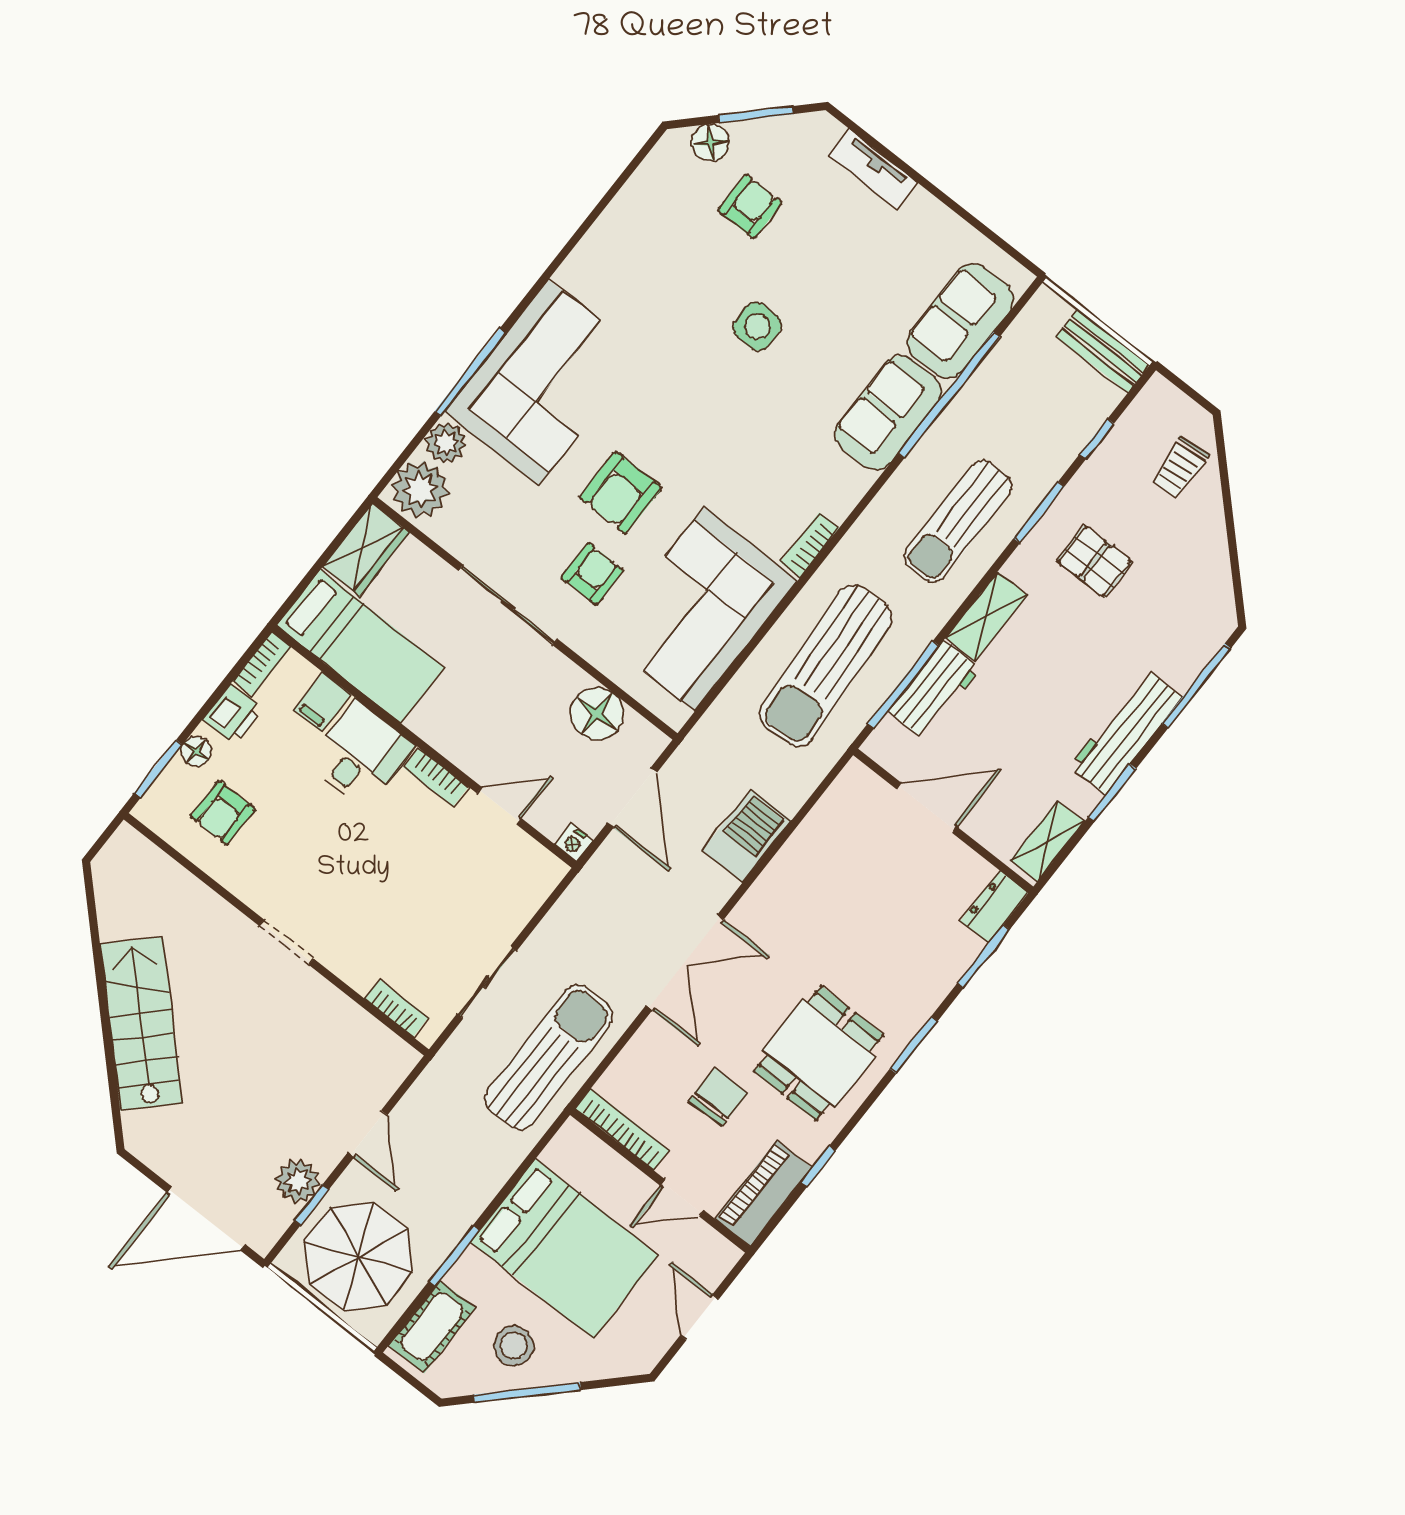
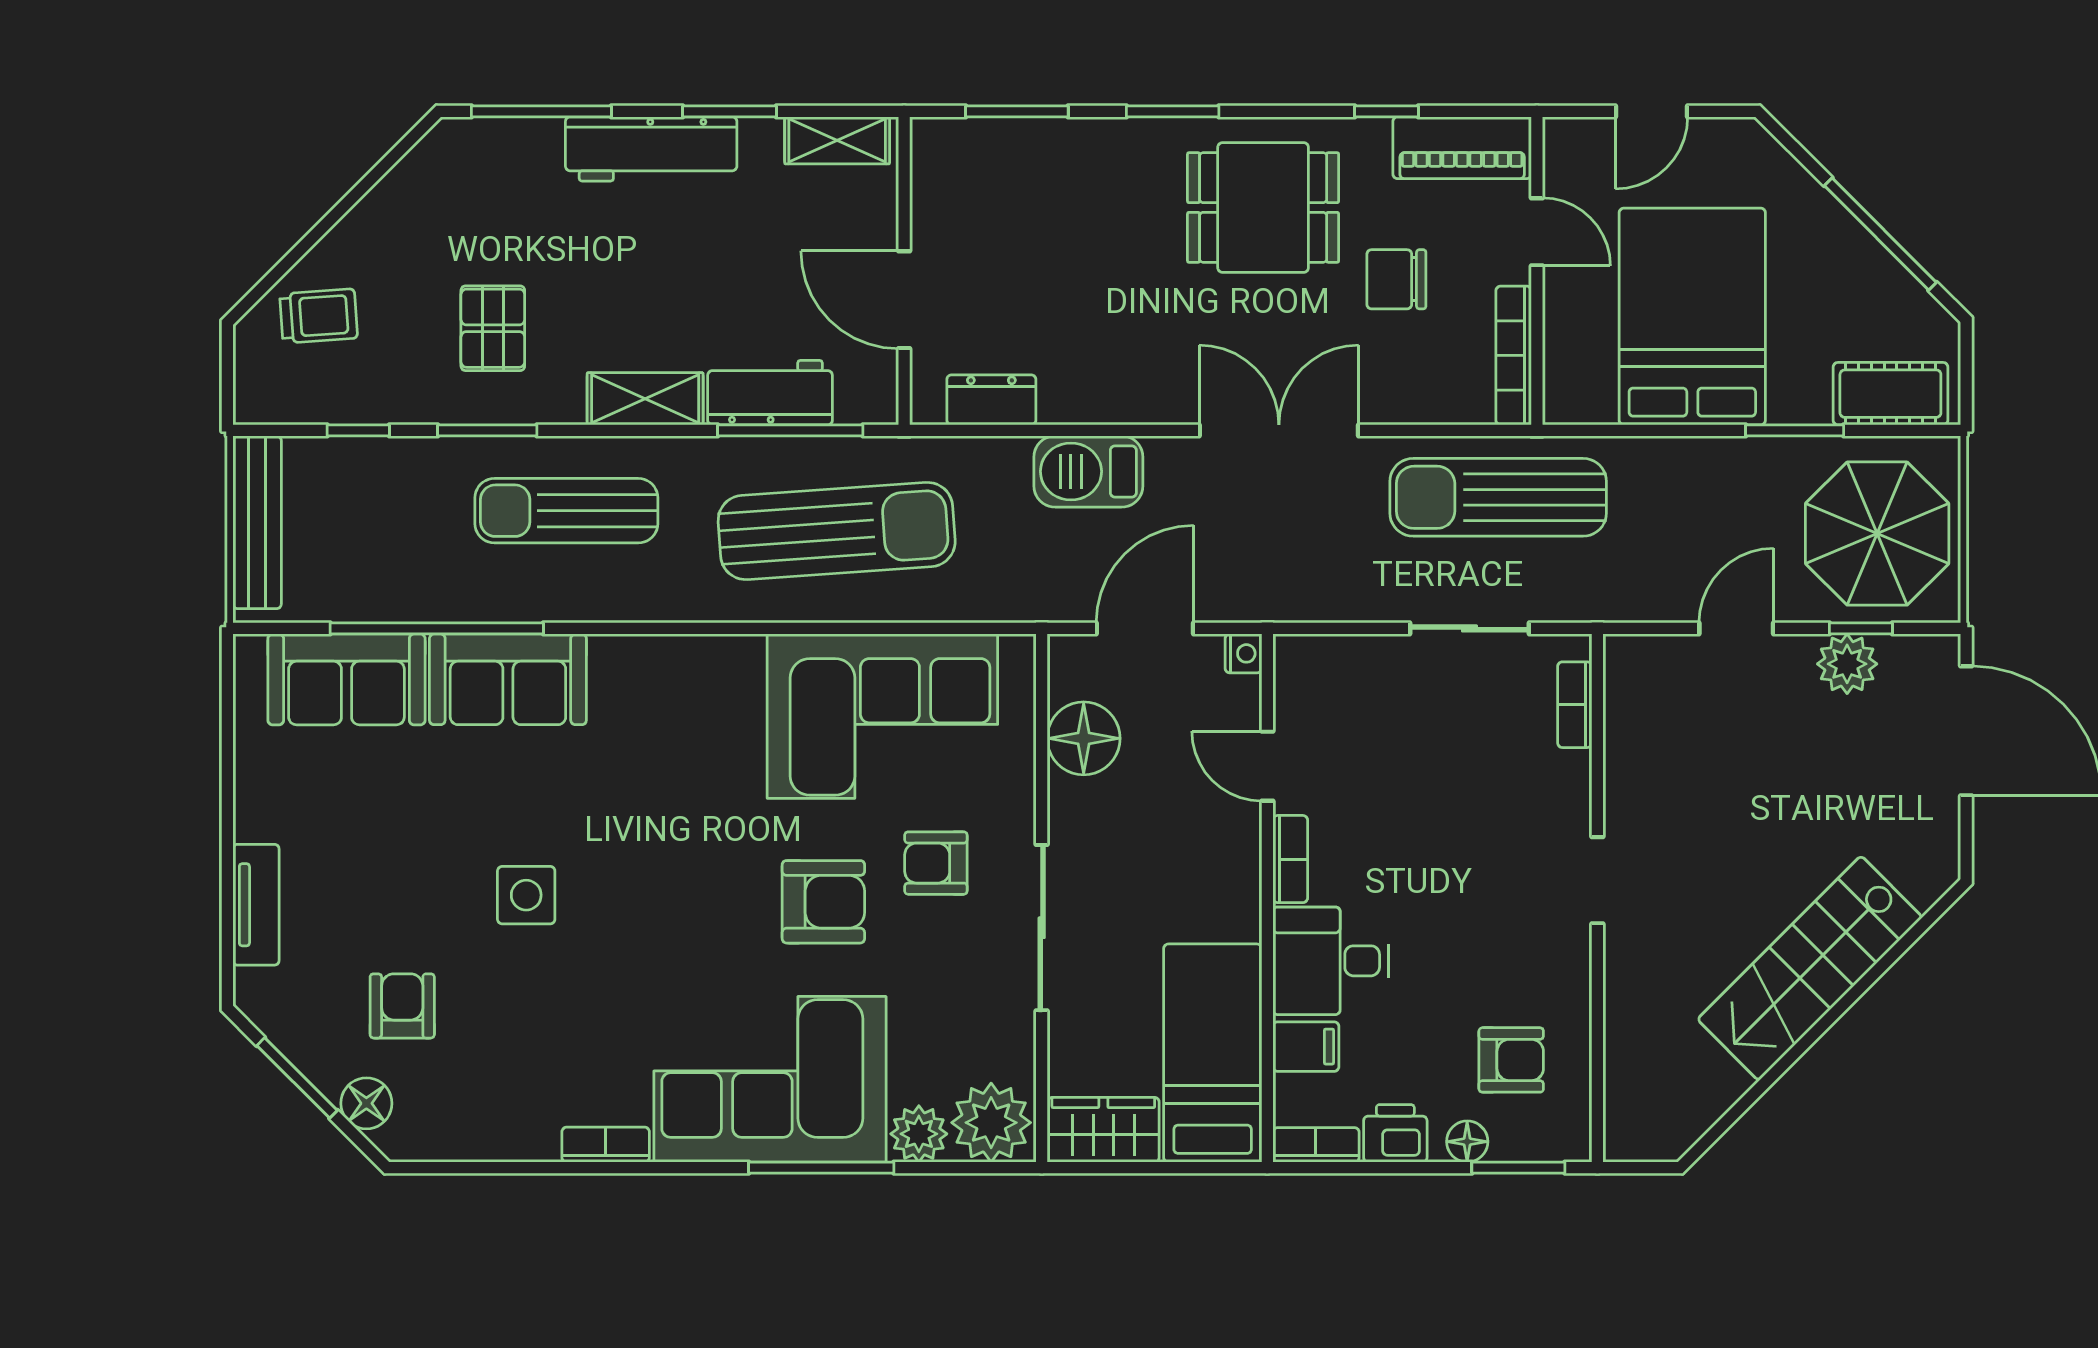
armchair: (750, 206) -> (402, 1006), turned 90
bench: (1103, 351) -> (257, 522), width x1.36
sun lounger: (958, 521) -> (566, 511), turned 180
bookcase: (810, 545) -> (606, 1145), moved, turned 180
dresser: (994, 907) -> (991, 400), moved, turned 180
stool: (514, 1346) -> (1841, 288), removed

